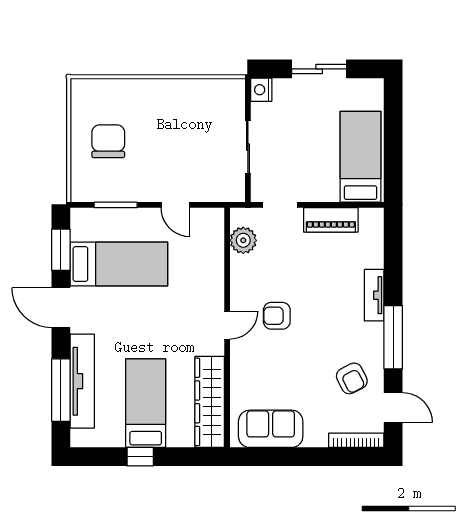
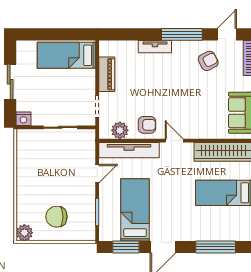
plant: (83, 91) -> (24, 233), added
armchair: (277, 316) -> (147, 125), moved, turned -90
tv unit: (82, 381) -> (129, 150), moved, turned 180

